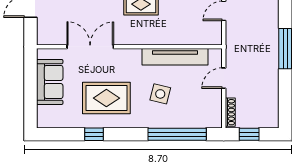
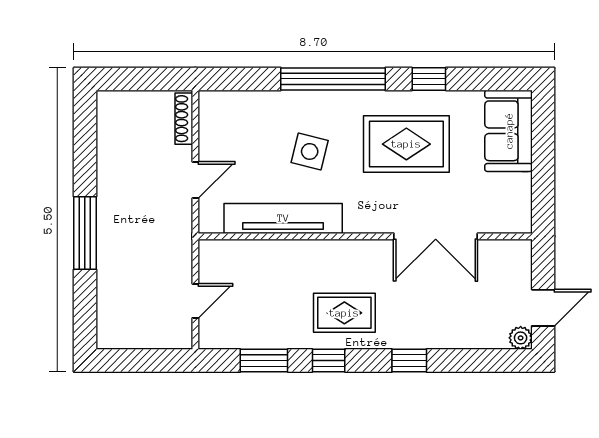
sofa: (50, 82) -> (509, 131), moved
window: (177, 134) -> (333, 79), moved
window: (249, 134) -> (150, 79), removed

